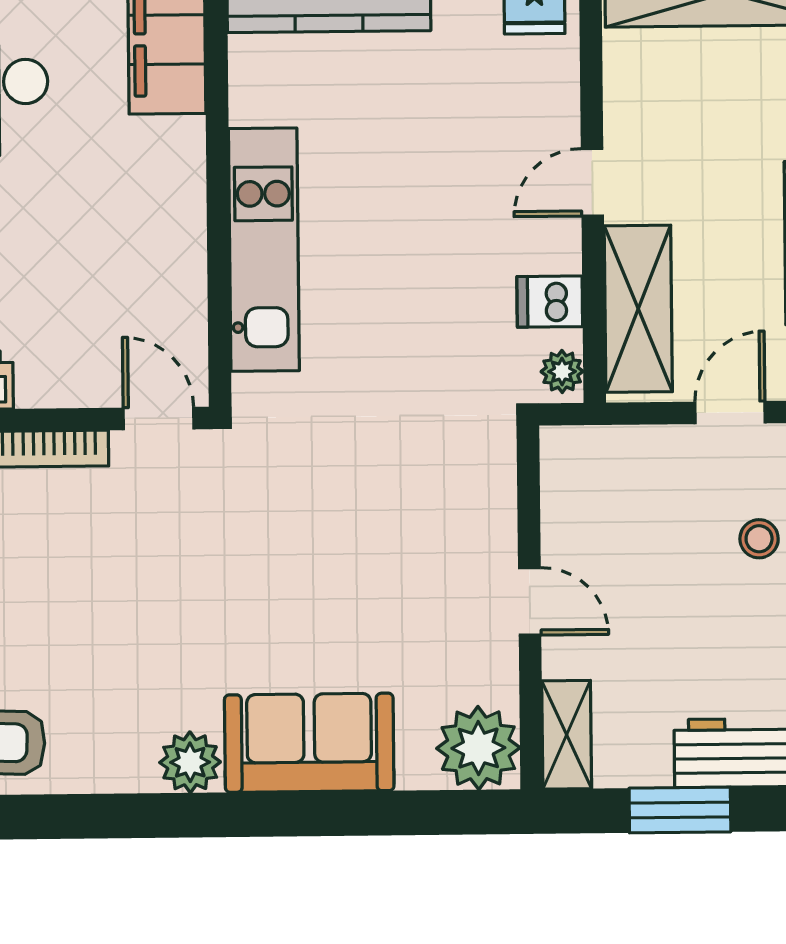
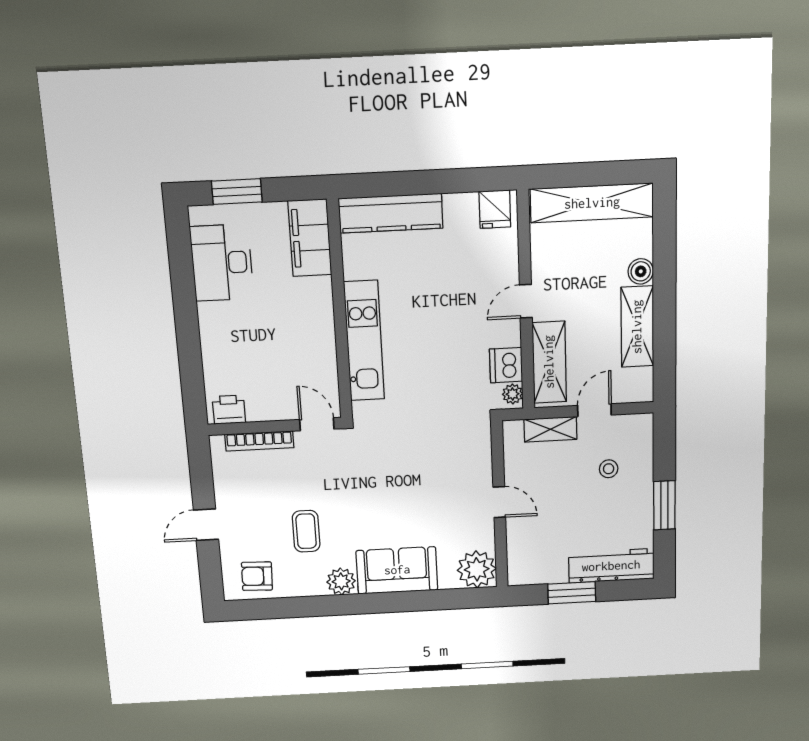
dishwasher: (550, 302) -> (506, 365), width x1.38
coffee table: (123, 647) -> (306, 531), added
shelving: (567, 735) -> (550, 429), moved, turned 90

